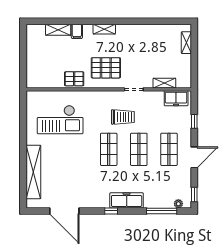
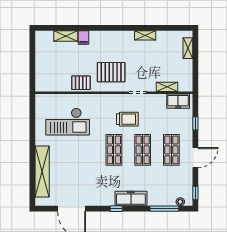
shelving: (104, 29) -> (145, 35), moved

